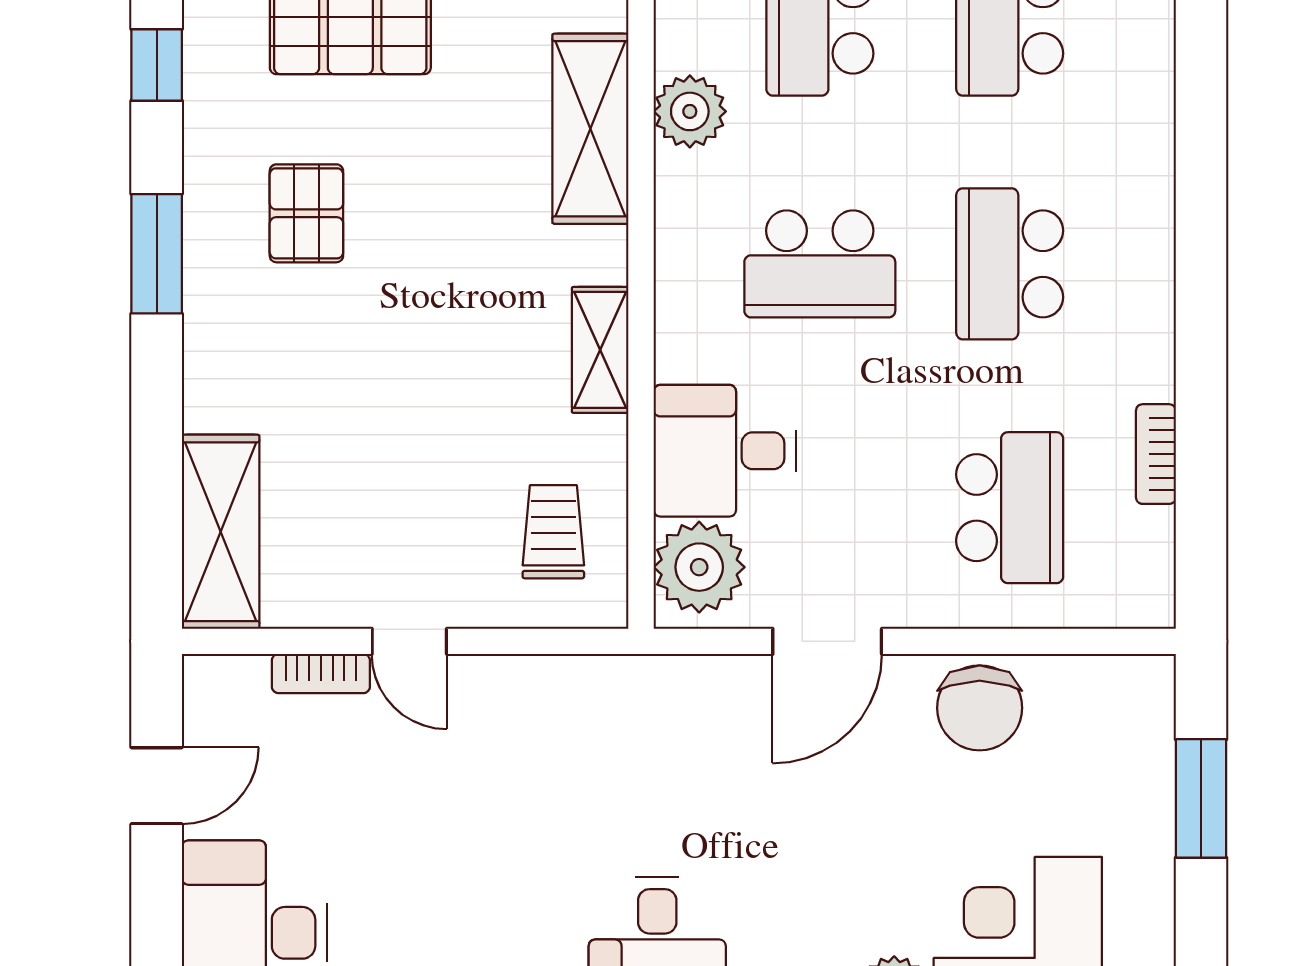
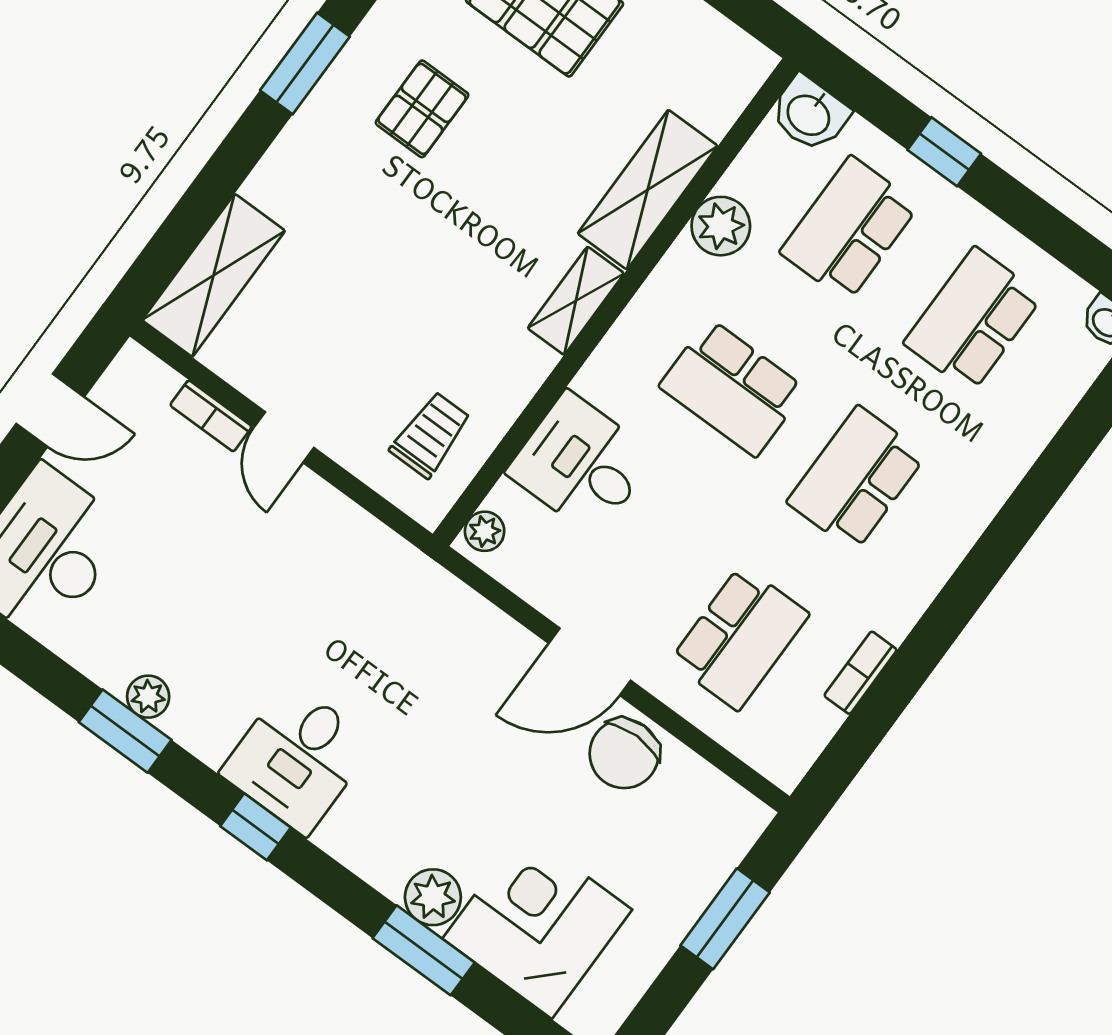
shelving: (600, 350) -> (576, 301), moved
plant: (699, 567) -> (485, 531), width x0.53, depth x0.53
door: (827, 641) -> (590, 662), moved

